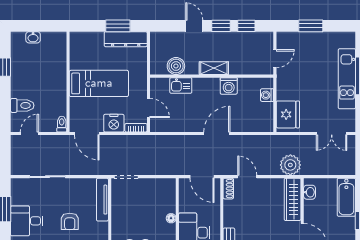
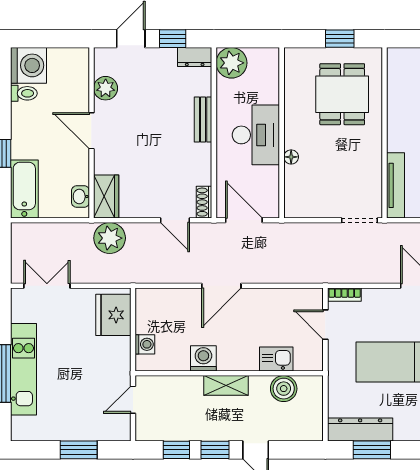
nightstand: (114, 123) -> (378, 302), removed
wardrobe: (293, 199) -> (106, 196), width x0.67

